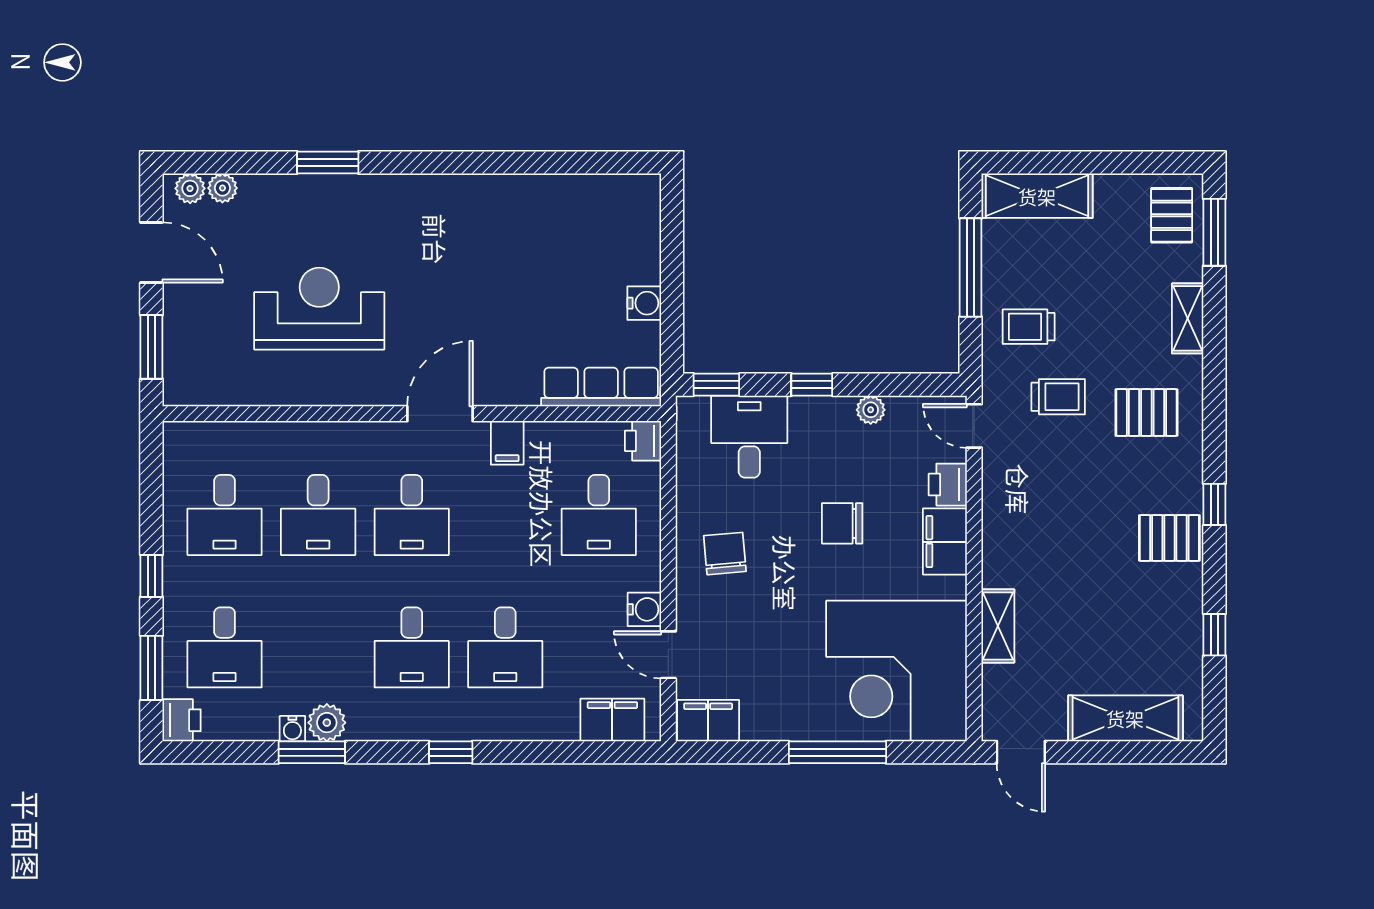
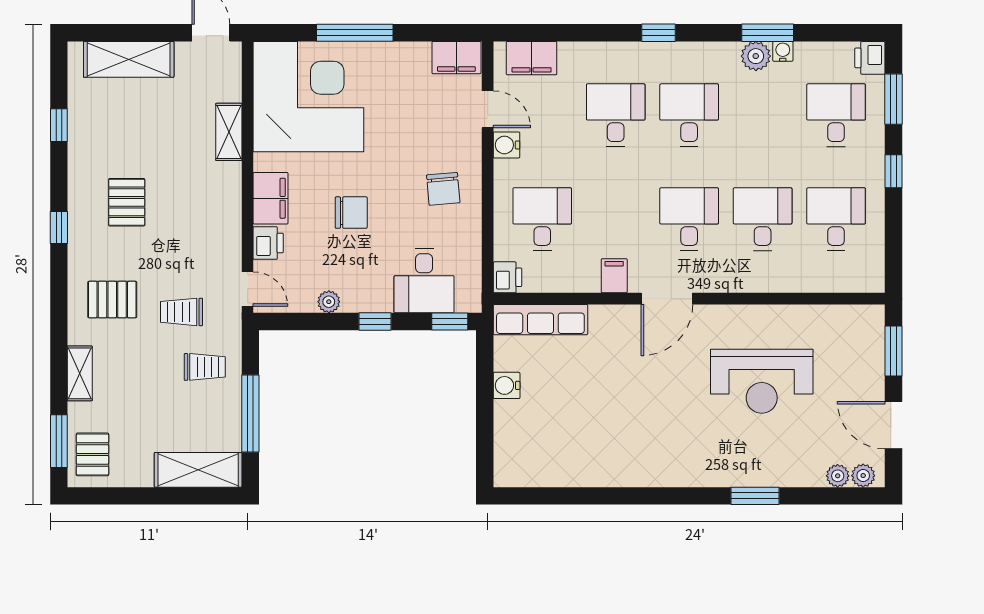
pallet: (1169, 538) -> (127, 202), moved, turned 90

